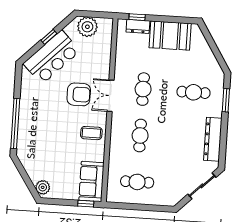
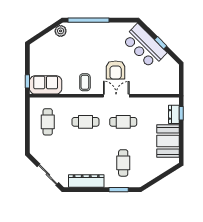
plant: (87, 27) -> (171, 73), removed
plant: (43, 187) -> (61, 31), moved

